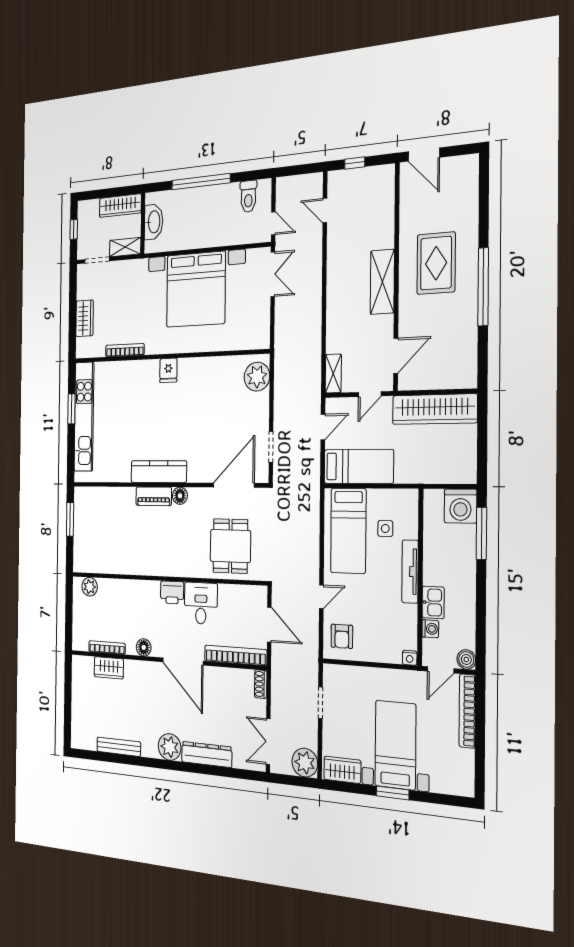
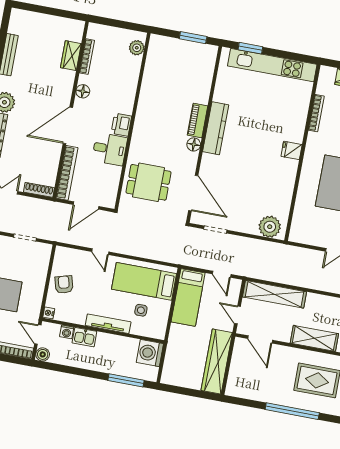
shelving: (333, 373) -> (274, 294), width x2.20, depth x1.33
window: (71, 409) -> (250, 48), moved
washing machine: (460, 506) -> (150, 353), moved
armchair: (342, 636) -> (64, 285), moved, turned 75
shoe rack: (261, 684) -> (39, 190), width x1.43

